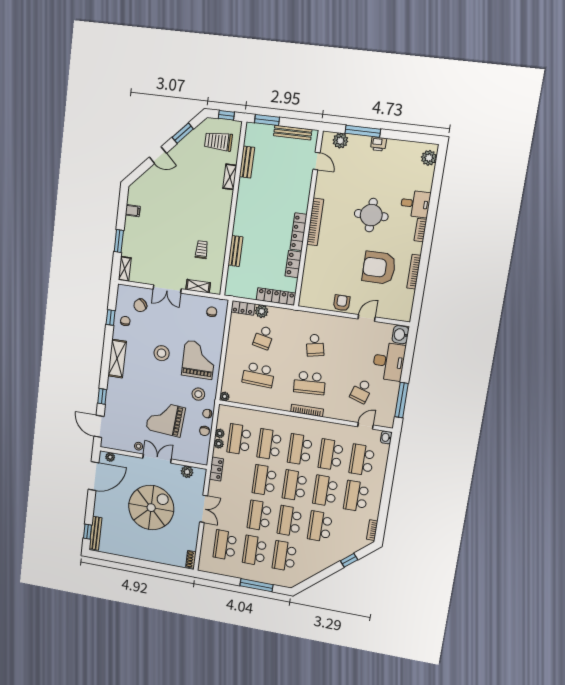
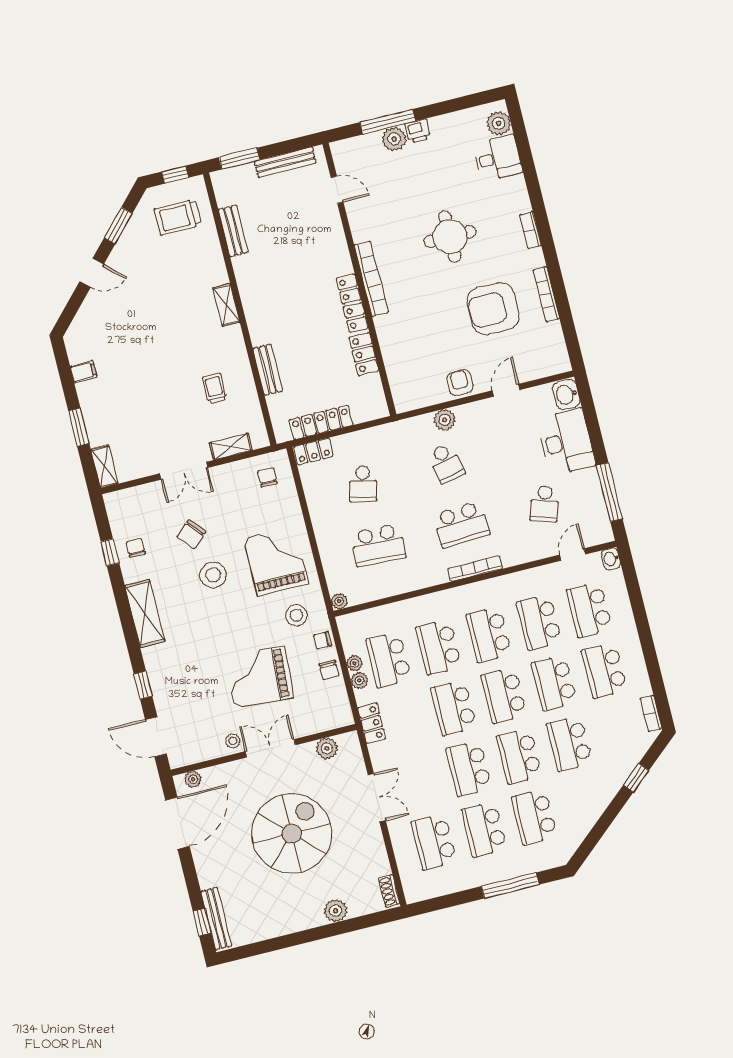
plant: (340, 141) -> (394, 139), moved
shelving: (230, 177) -> (226, 305), moved
desk: (415, 204) -> (498, 158), moved
locker: (276, 296) -> (321, 422), moved
chair: (140, 305) -> (191, 534), moved
plant: (262, 311) -> (445, 420), moved
plant: (159, 557) -> (336, 911), added

